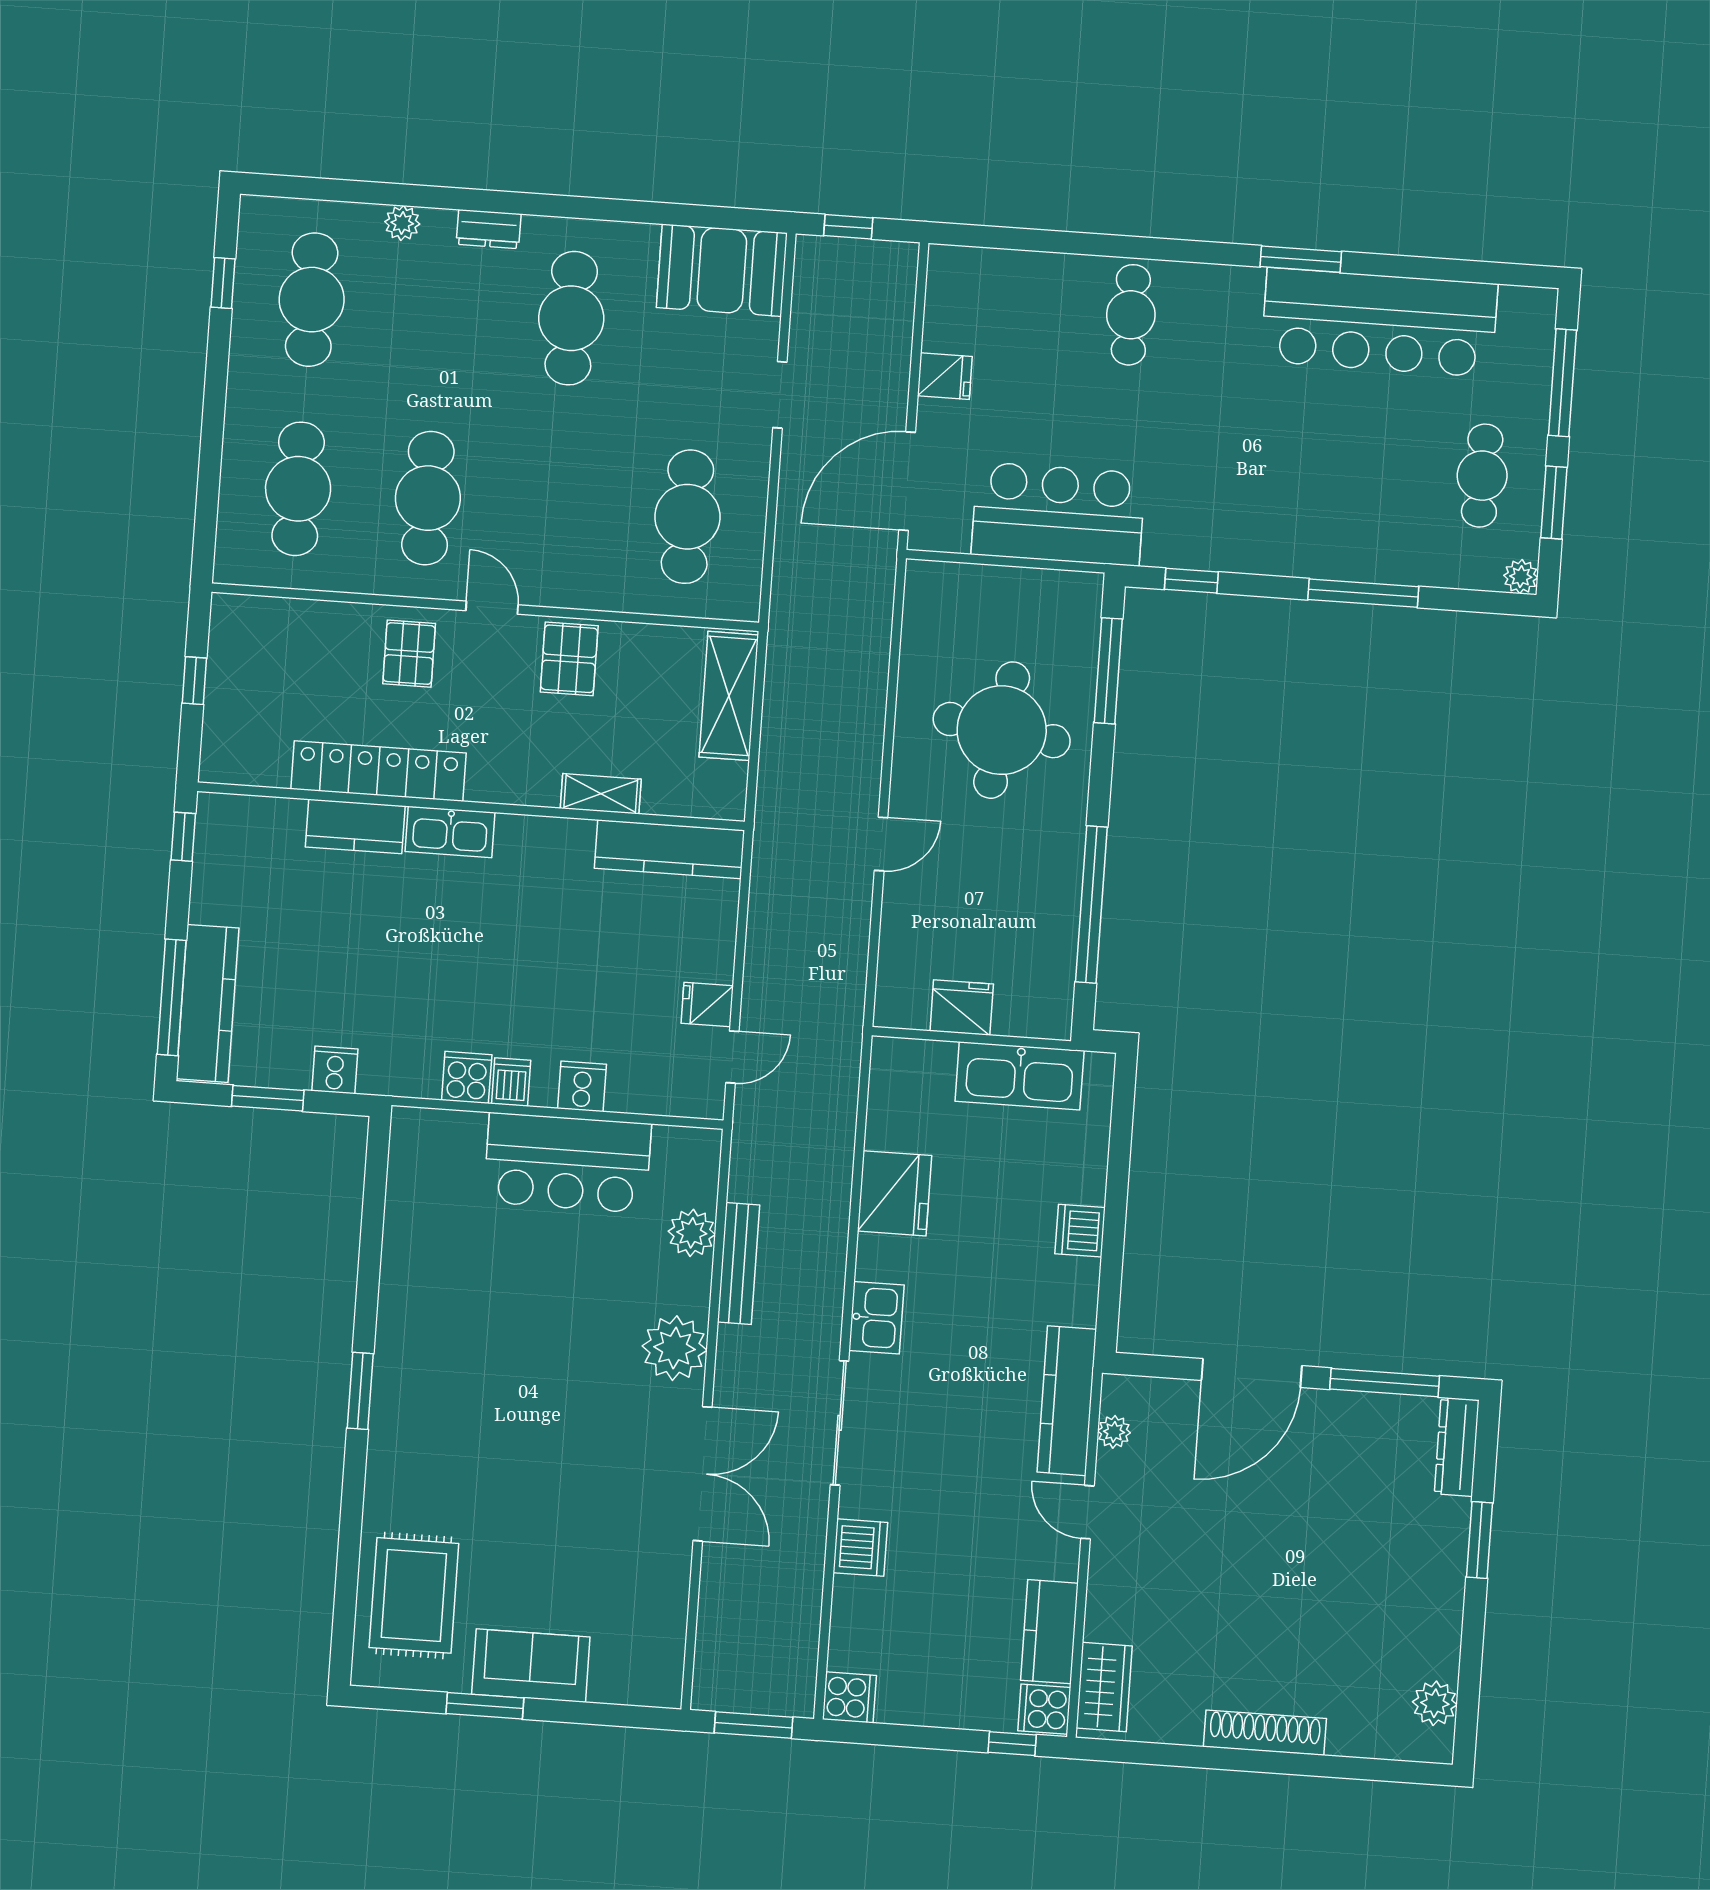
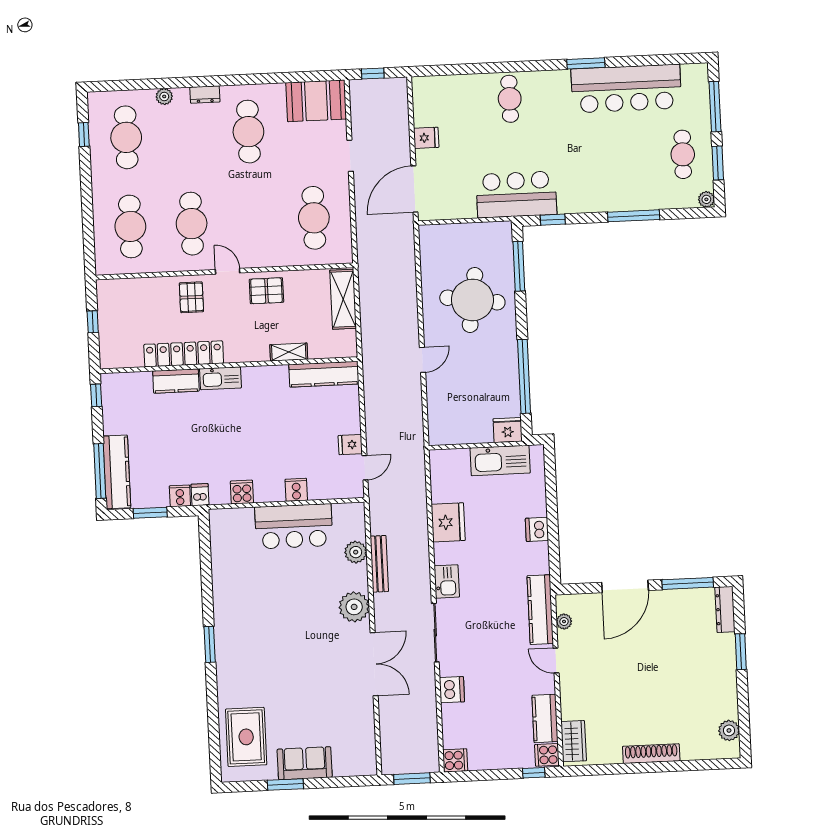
bar counter: (1058, 514) -> (516, 194), moved
pallet: (569, 659) -> (266, 291), turned 90
fridge: (962, 1008) -> (508, 430), moved
dishwasher: (511, 1082) -> (200, 495), moved

